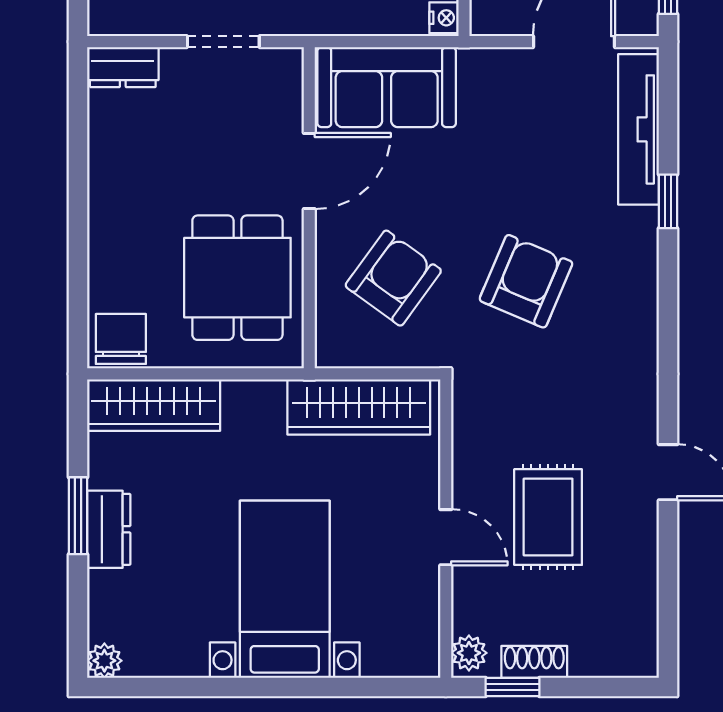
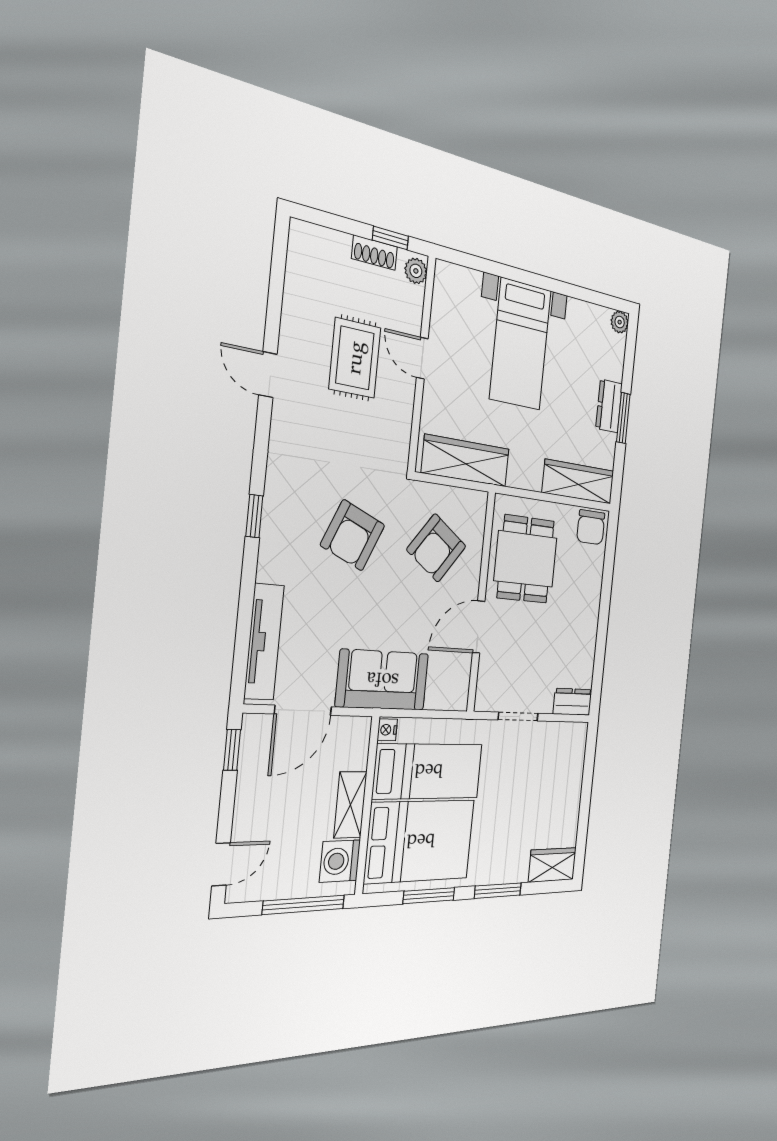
sofa: (387, 87) -> (382, 680), moved
window: (668, 201) -> (254, 516), moved

